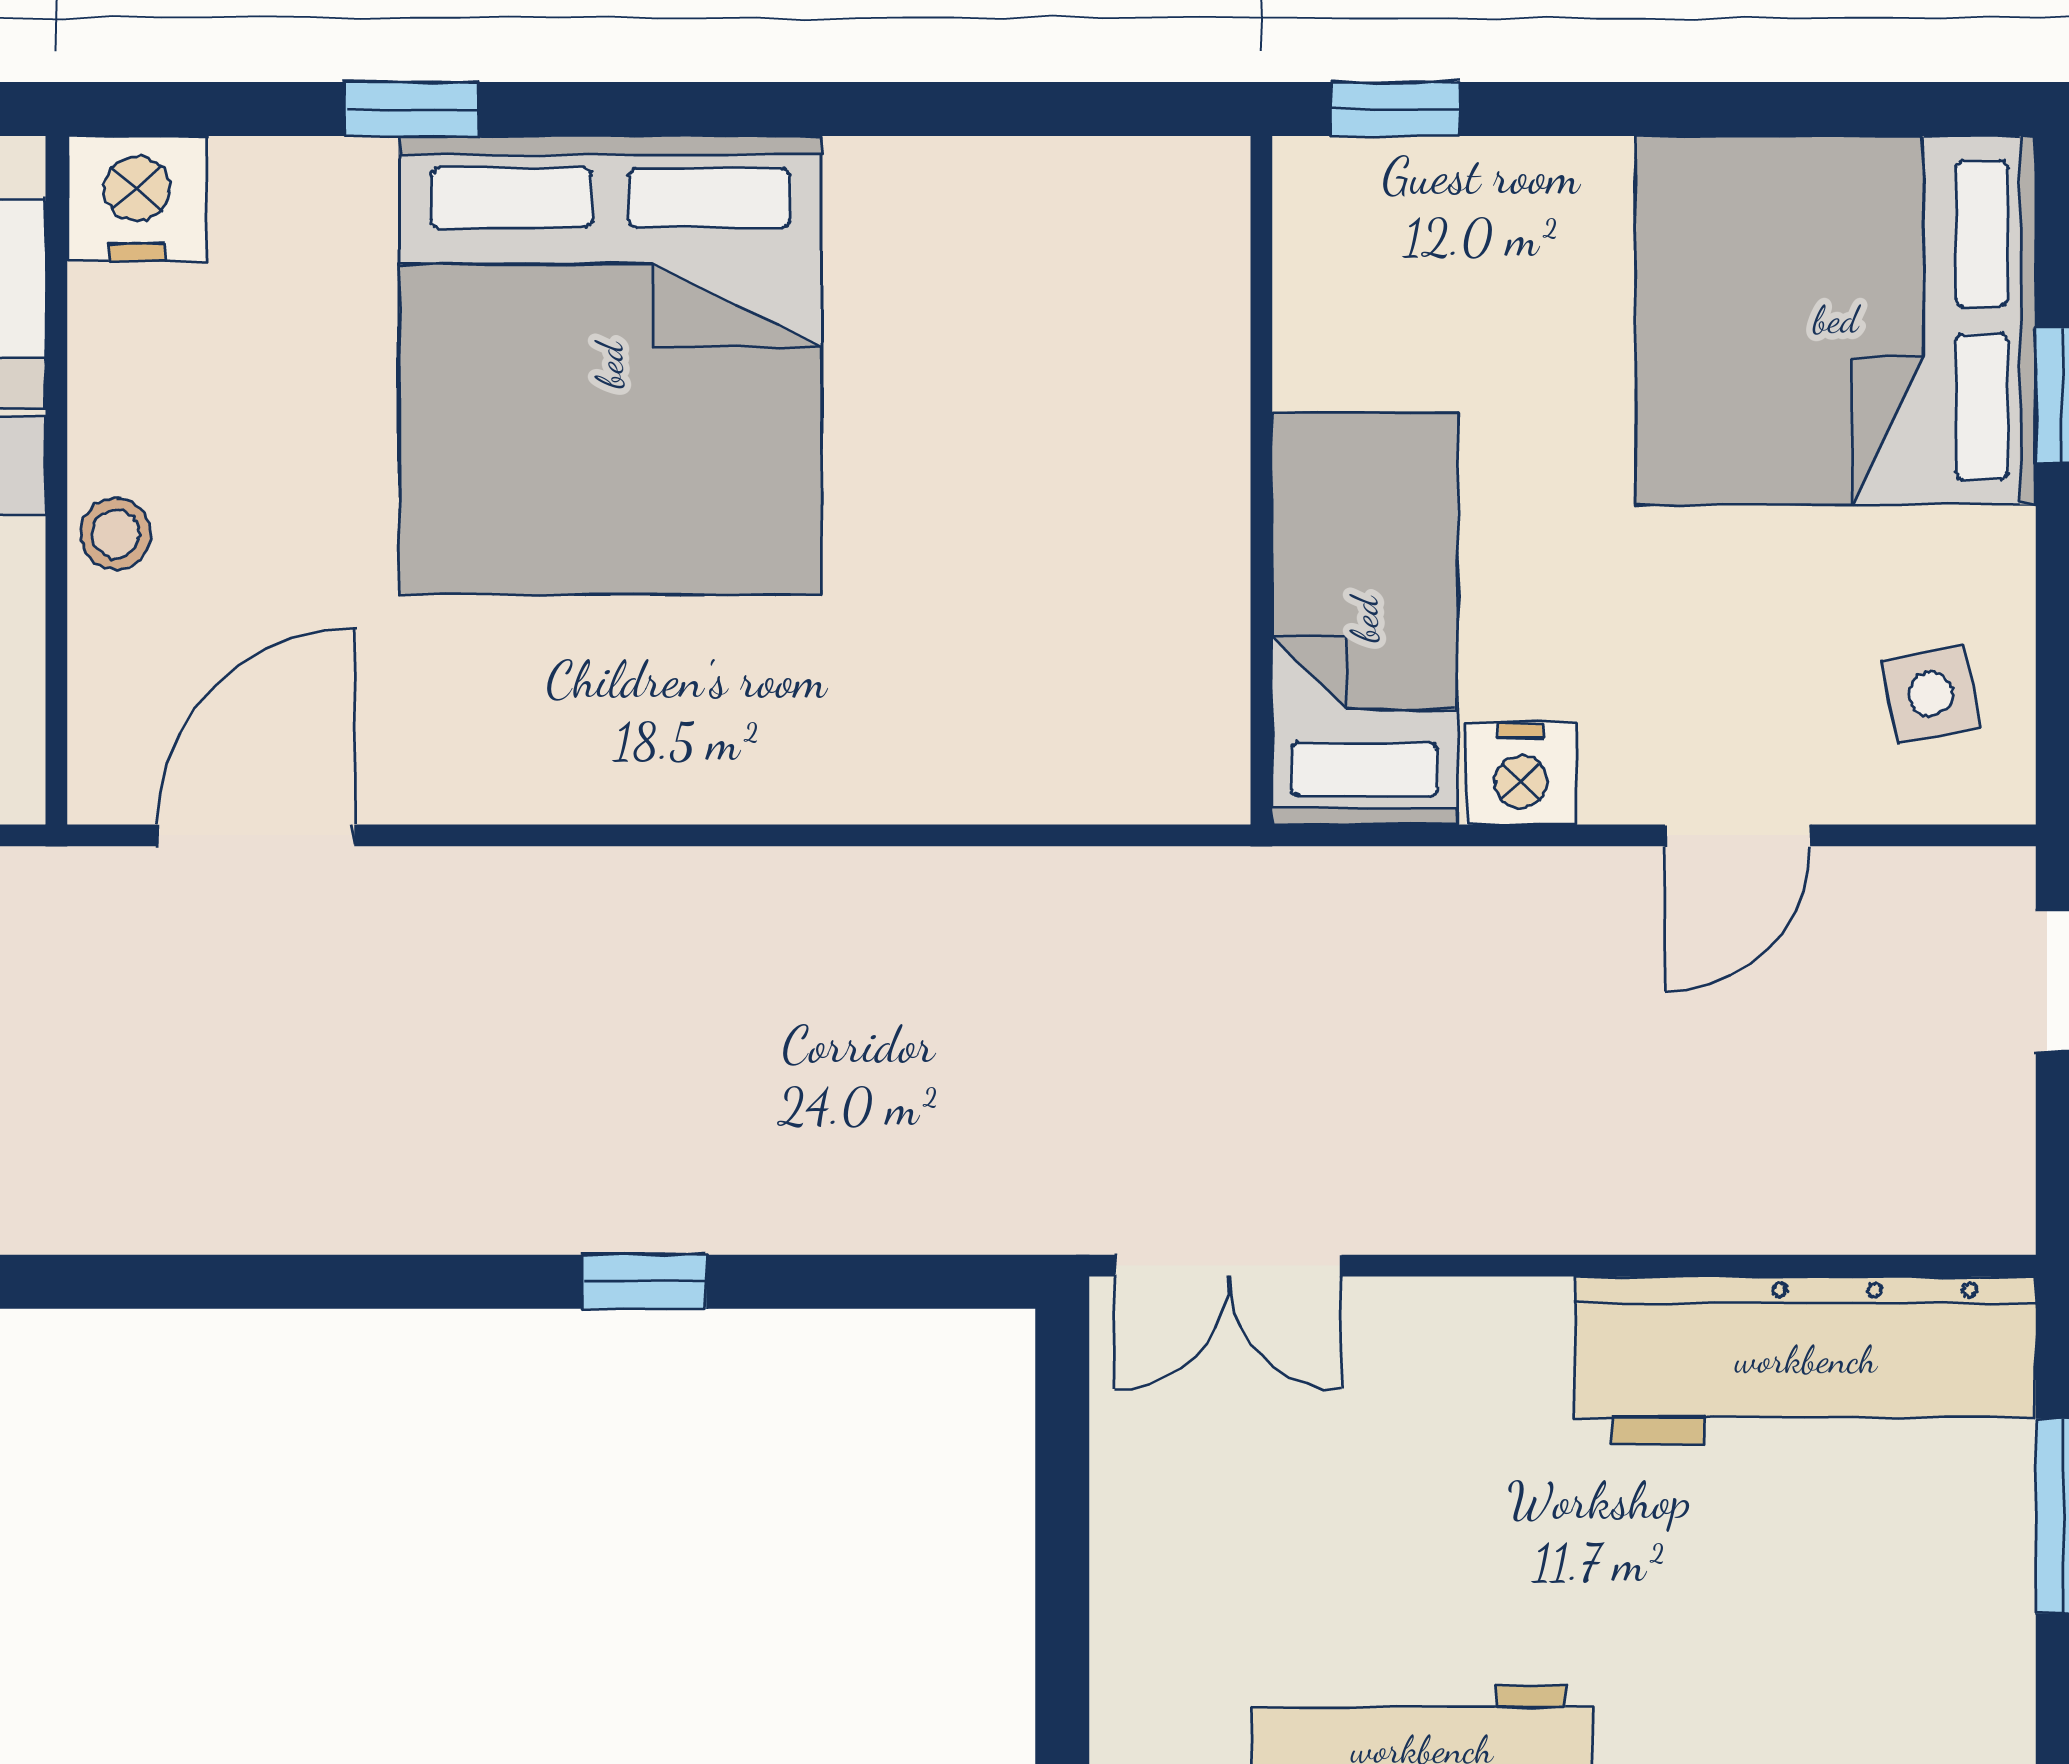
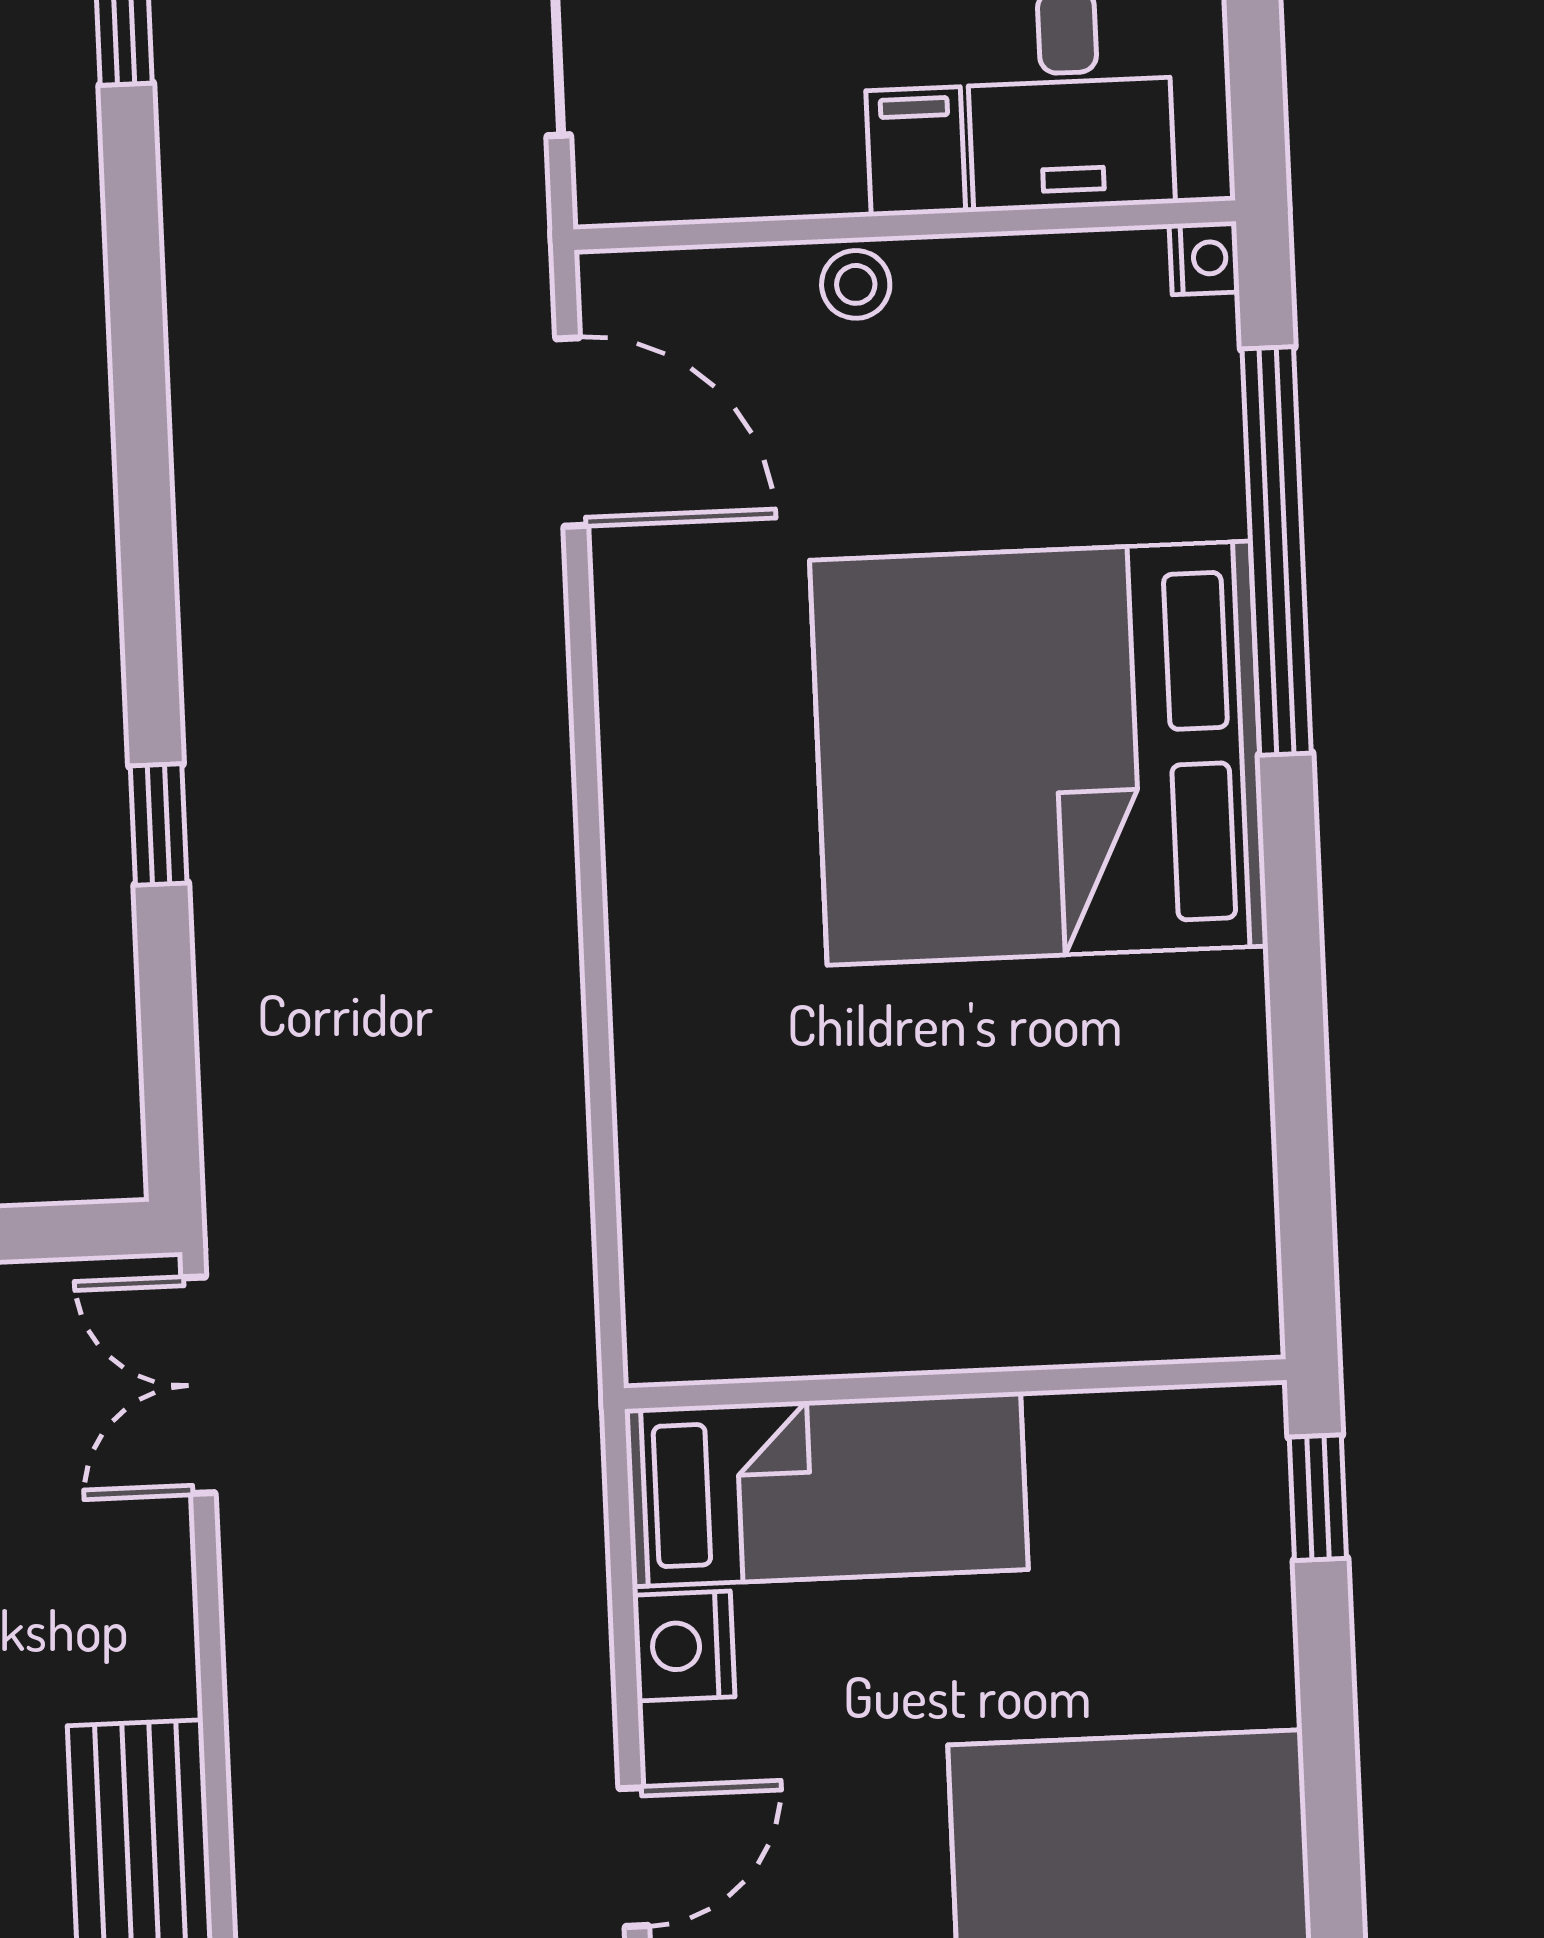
window: (411, 109) -> (1277, 551), width x3.17
nightstand: (137, 198) -> (1204, 258), width x0.53, depth x0.56
door: (1738, 835) -> (634, 1857), swing flipped

